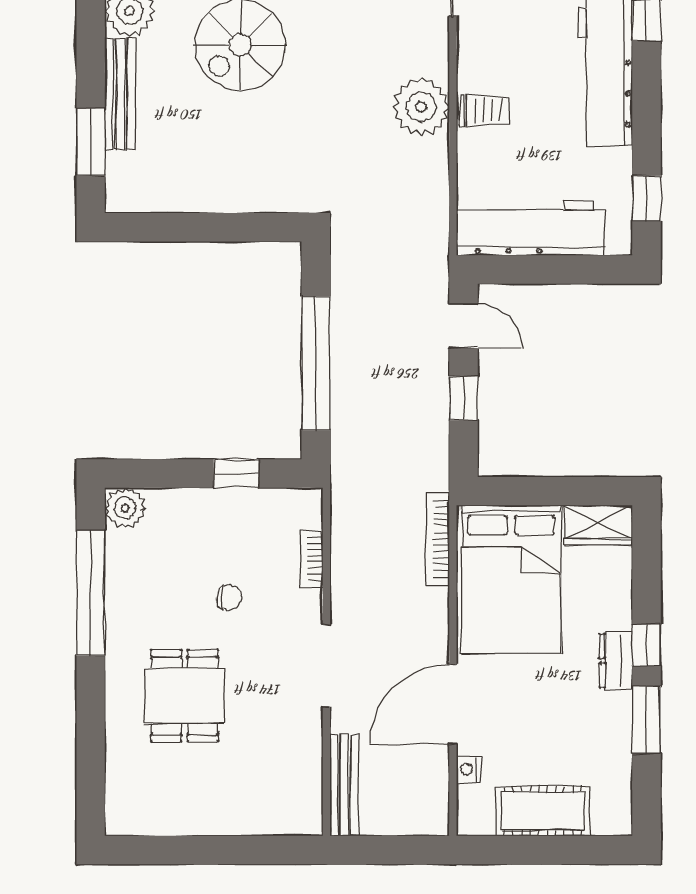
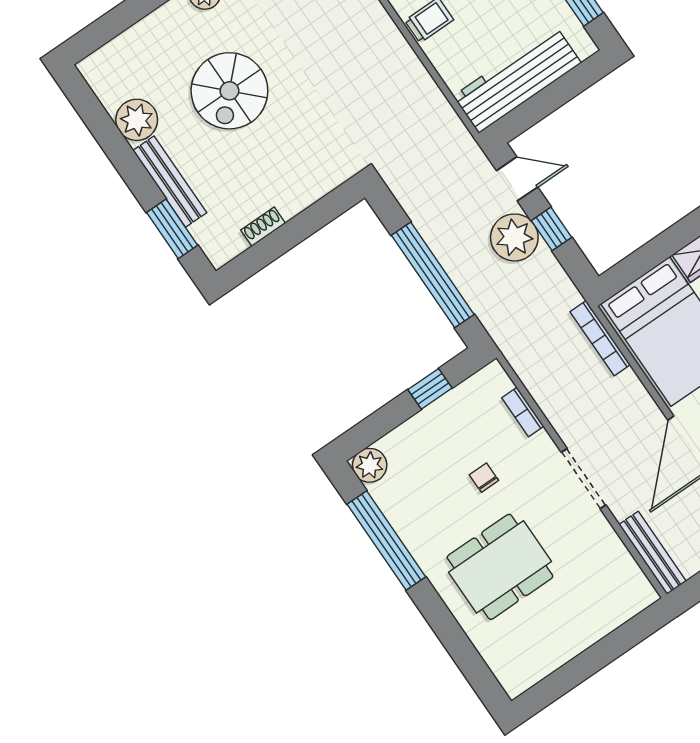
plant: (421, 107) -> (514, 237), moved
shoe rack: (182, 201) -> (263, 227), added
chair: (229, 597) -> (484, 478), turned -90
dining table: (185, 696) -> (500, 567), width x1.38

